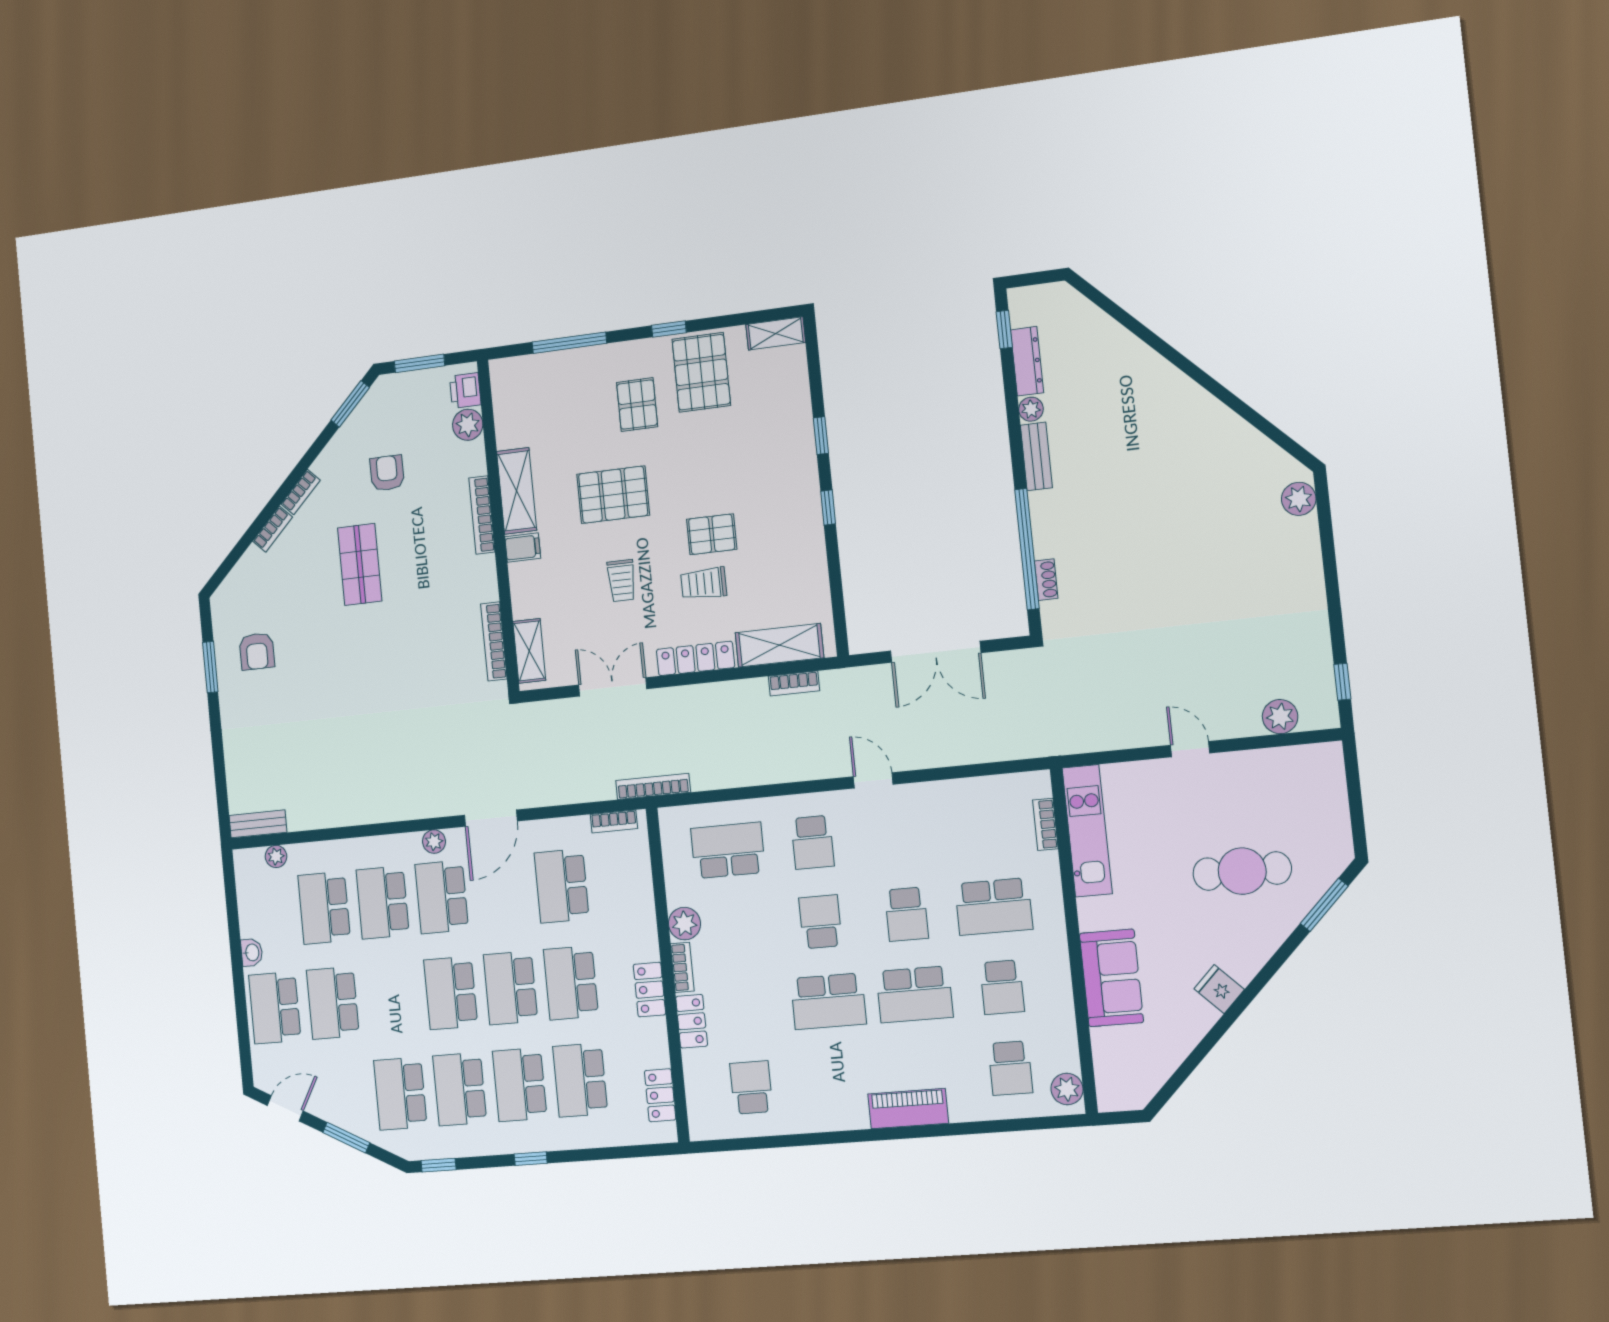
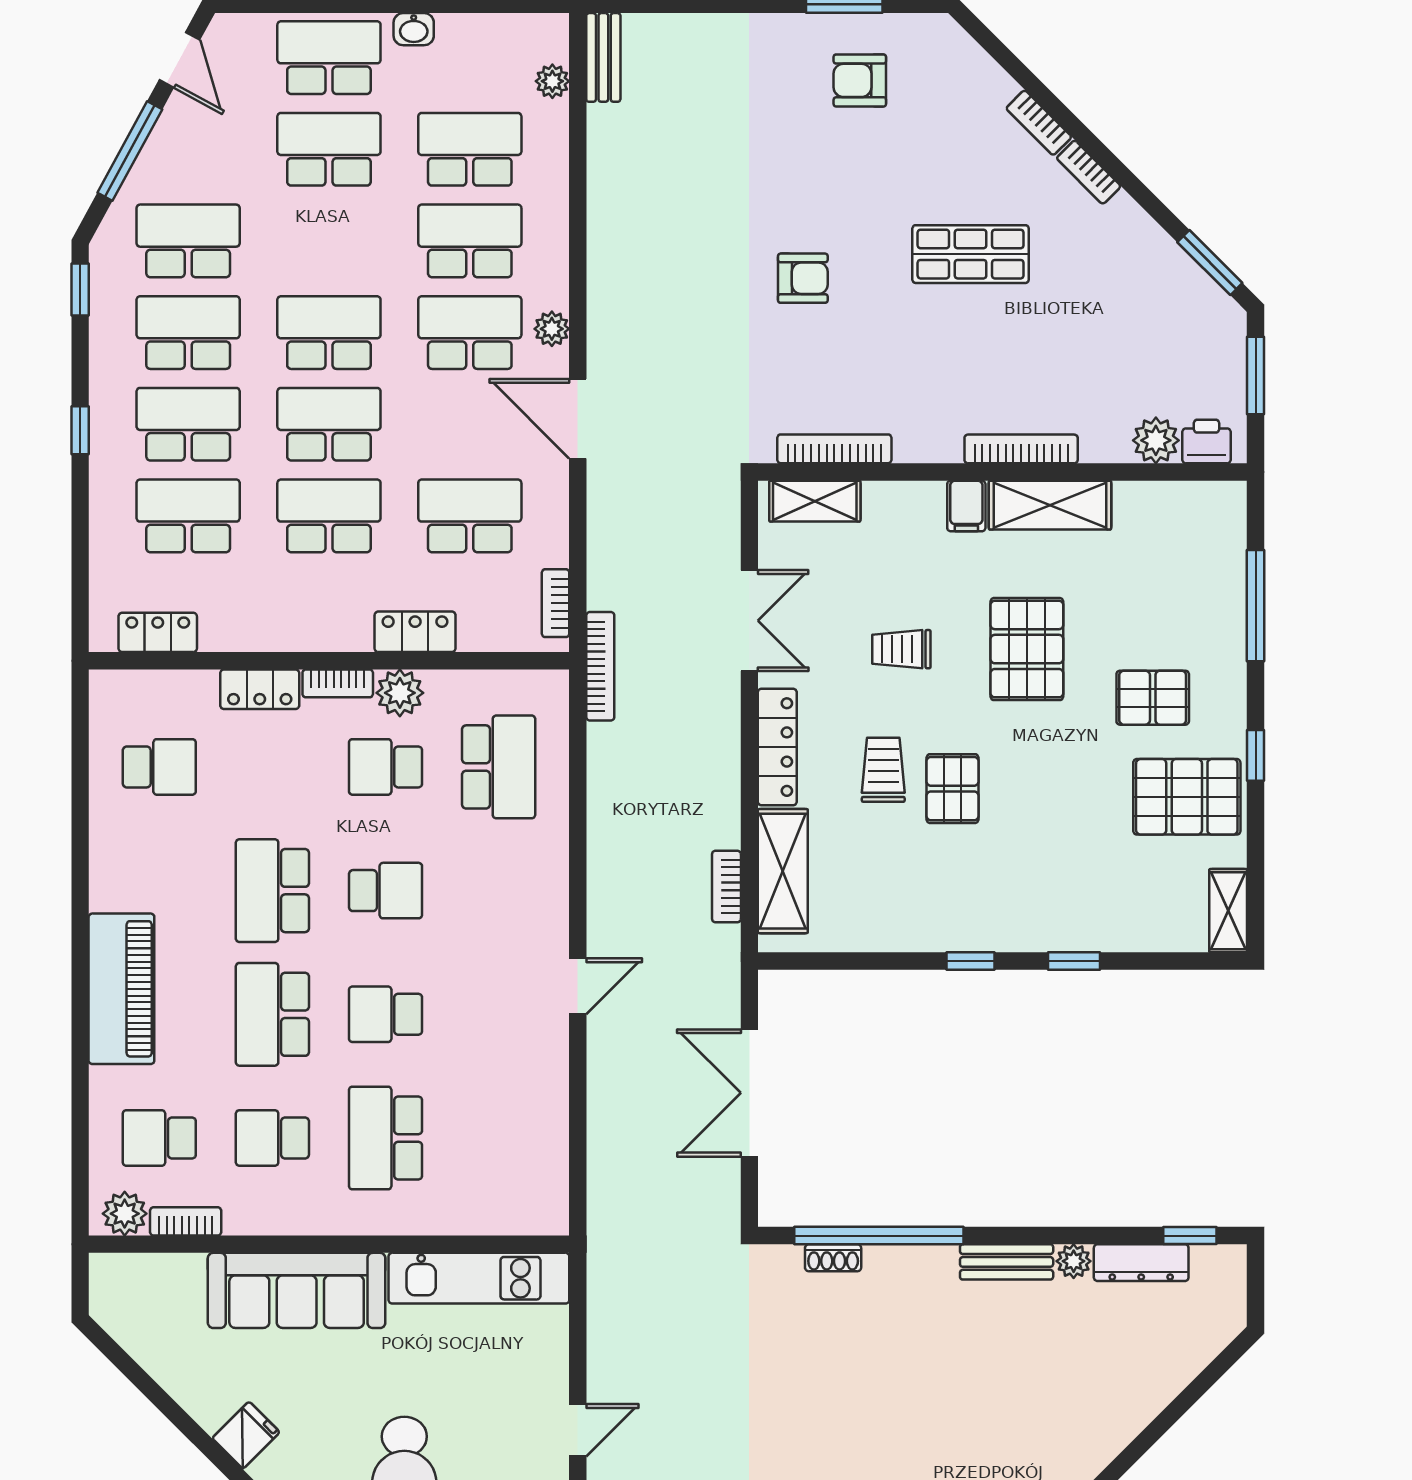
armchair: (387, 473) -> (803, 278), moved
bookcase: (1045, 824) -> (186, 1221), moved
school desk: (813, 842) -> (386, 767), moved
sofa: (1111, 978) -> (297, 1290), width x1.36
locker: (649, 990) -> (415, 632), moved
piano: (908, 1109) -> (121, 989), width x1.37, depth x1.33
window: (346, 1138) -> (130, 151), width x1.44

